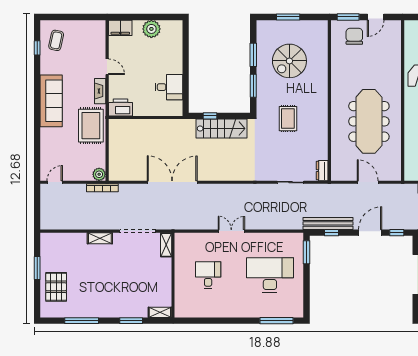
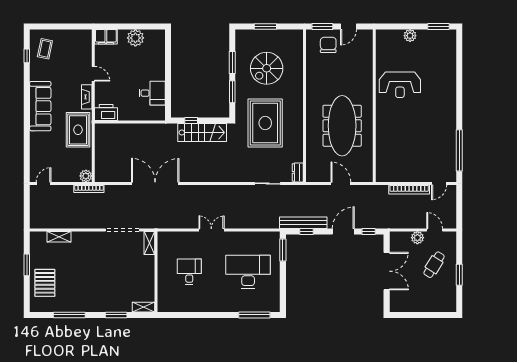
rug: (288, 119) -> (265, 123), width x1.86, depth x2.06
shelving: (100, 238) -> (59, 237), moved

